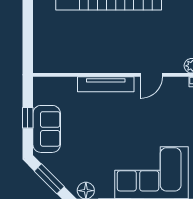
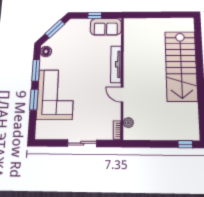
sofa: (47, 129) -> (106, 27), moved

